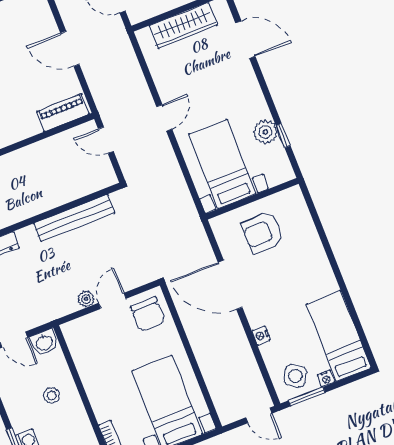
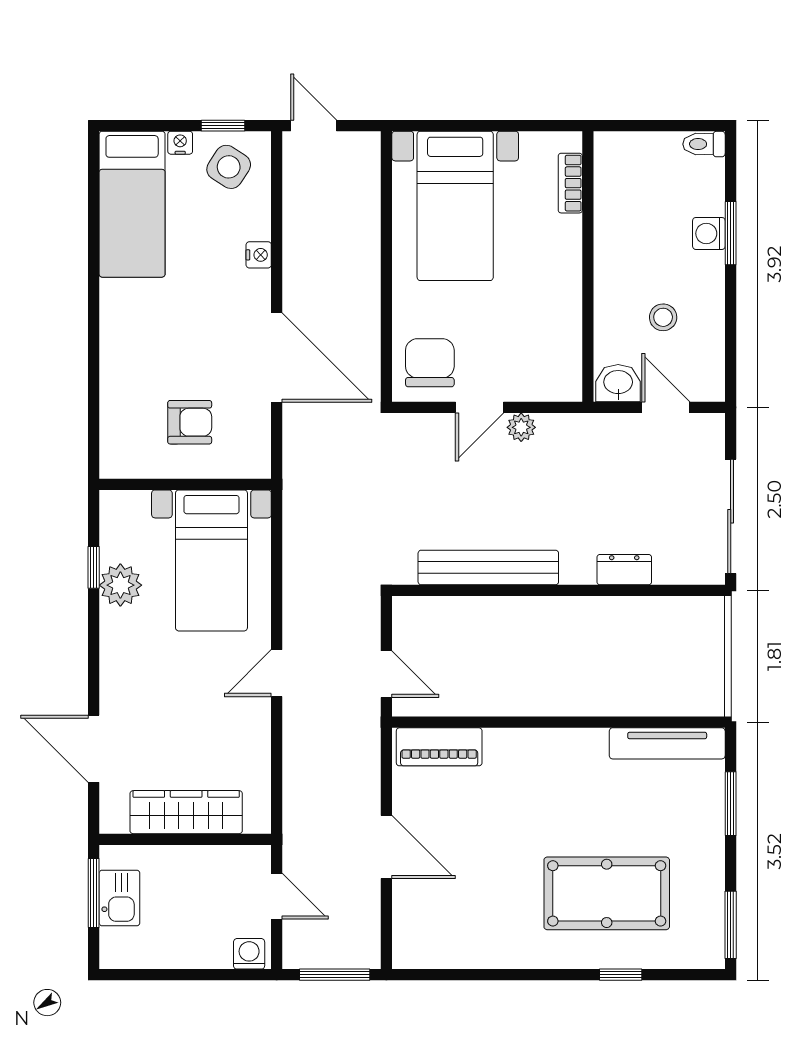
armchair: (263, 233) -> (190, 422), width x0.72, depth x0.72
stool: (52, 396) -> (663, 317), moved
window: (307, 397) -> (223, 126), width x0.67

